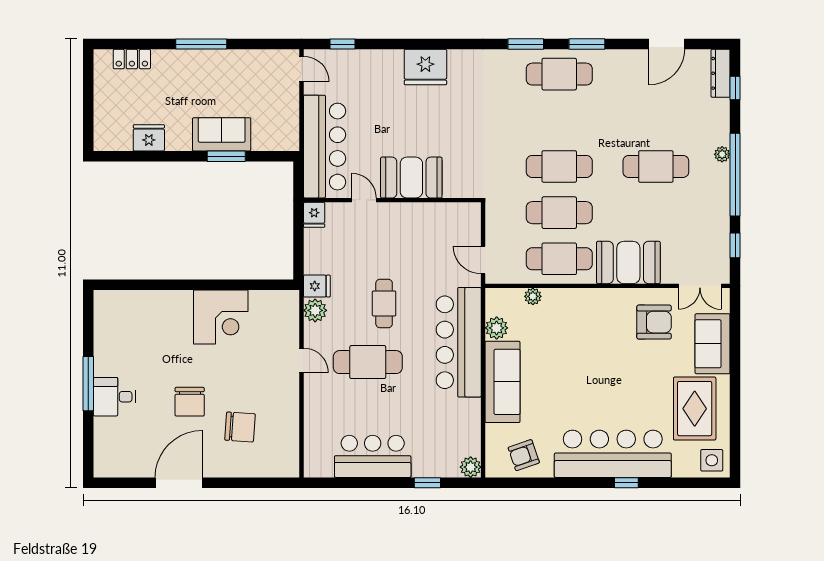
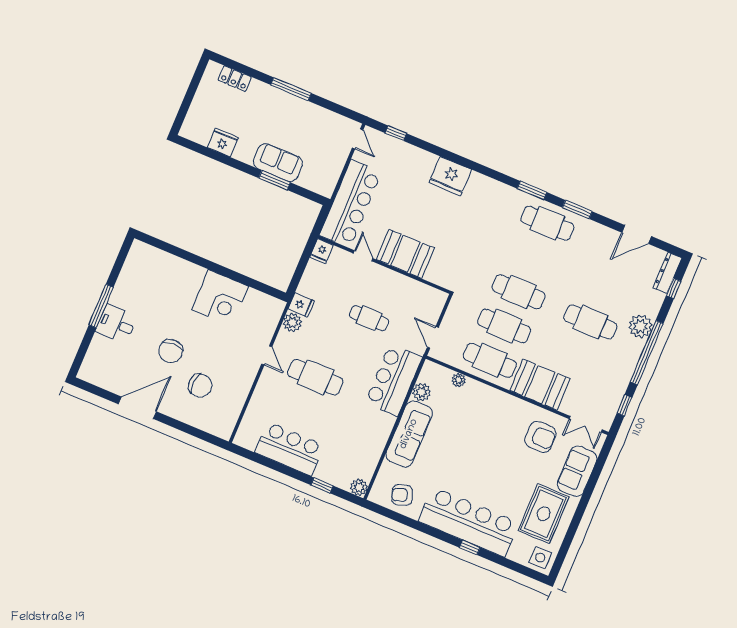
plant: (722, 154) -> (640, 326), width x1.88, depth x1.88
cafe table: (384, 303) -> (369, 318), moved, turned 90
bar counter: (459, 342) -> (394, 380), width x0.73

